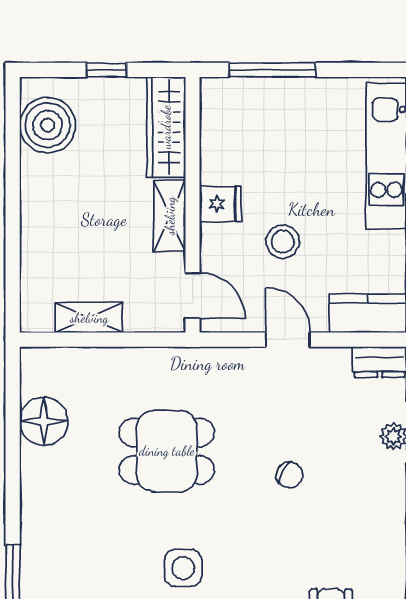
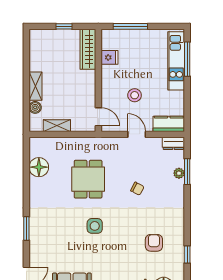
boiler: (48, 125) -> (35, 107), moved, width x0.54, depth x0.54
fridge: (220, 204) -> (110, 57), moved
shelving: (170, 216) -> (36, 86), moved
dining table: (167, 451) -> (88, 179), turned 90

